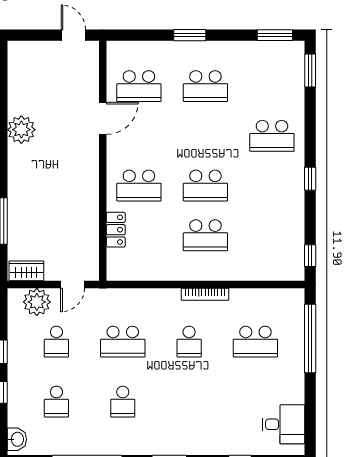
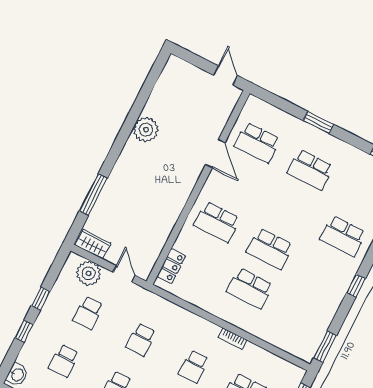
door: (103, 118) -> (215, 154), hinge flipped
locker: (116, 230) -> (171, 266), moved
window: (310, 256) -> (325, 347), width x1.50
door: (73, 284) -> (124, 274), swing flipped
bookcase: (205, 294) -> (232, 339), width x0.64
school desk: (123, 342) -> (141, 340), width x0.54

